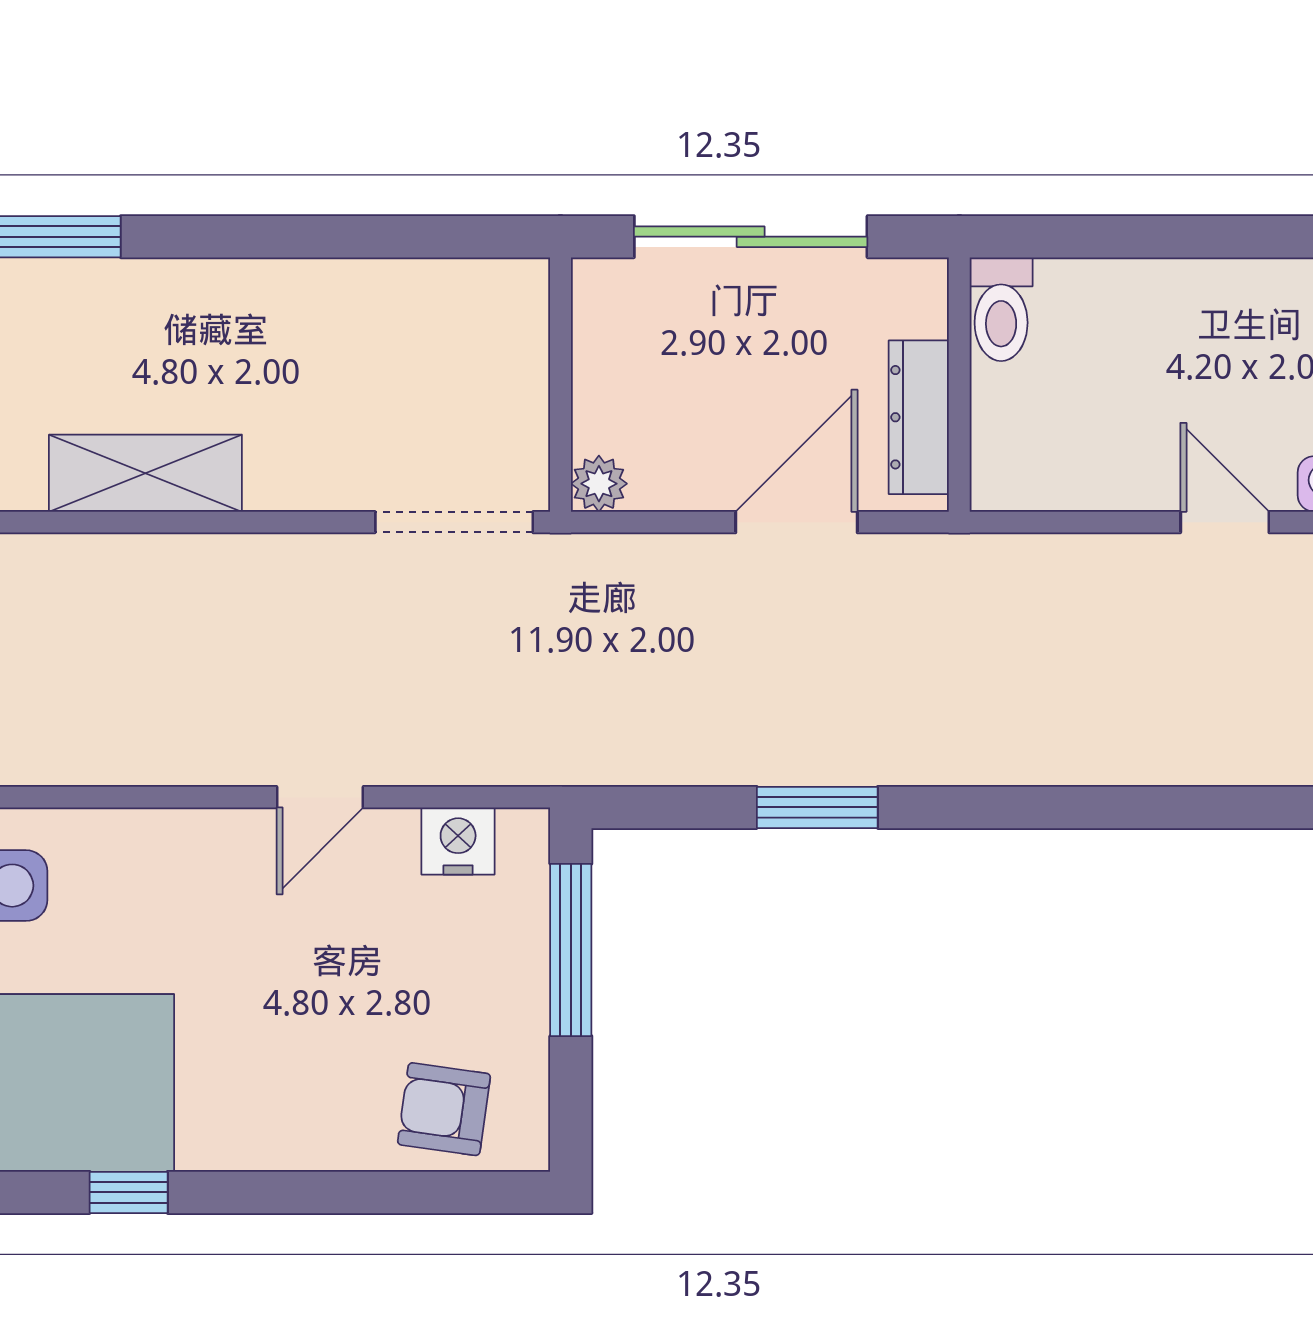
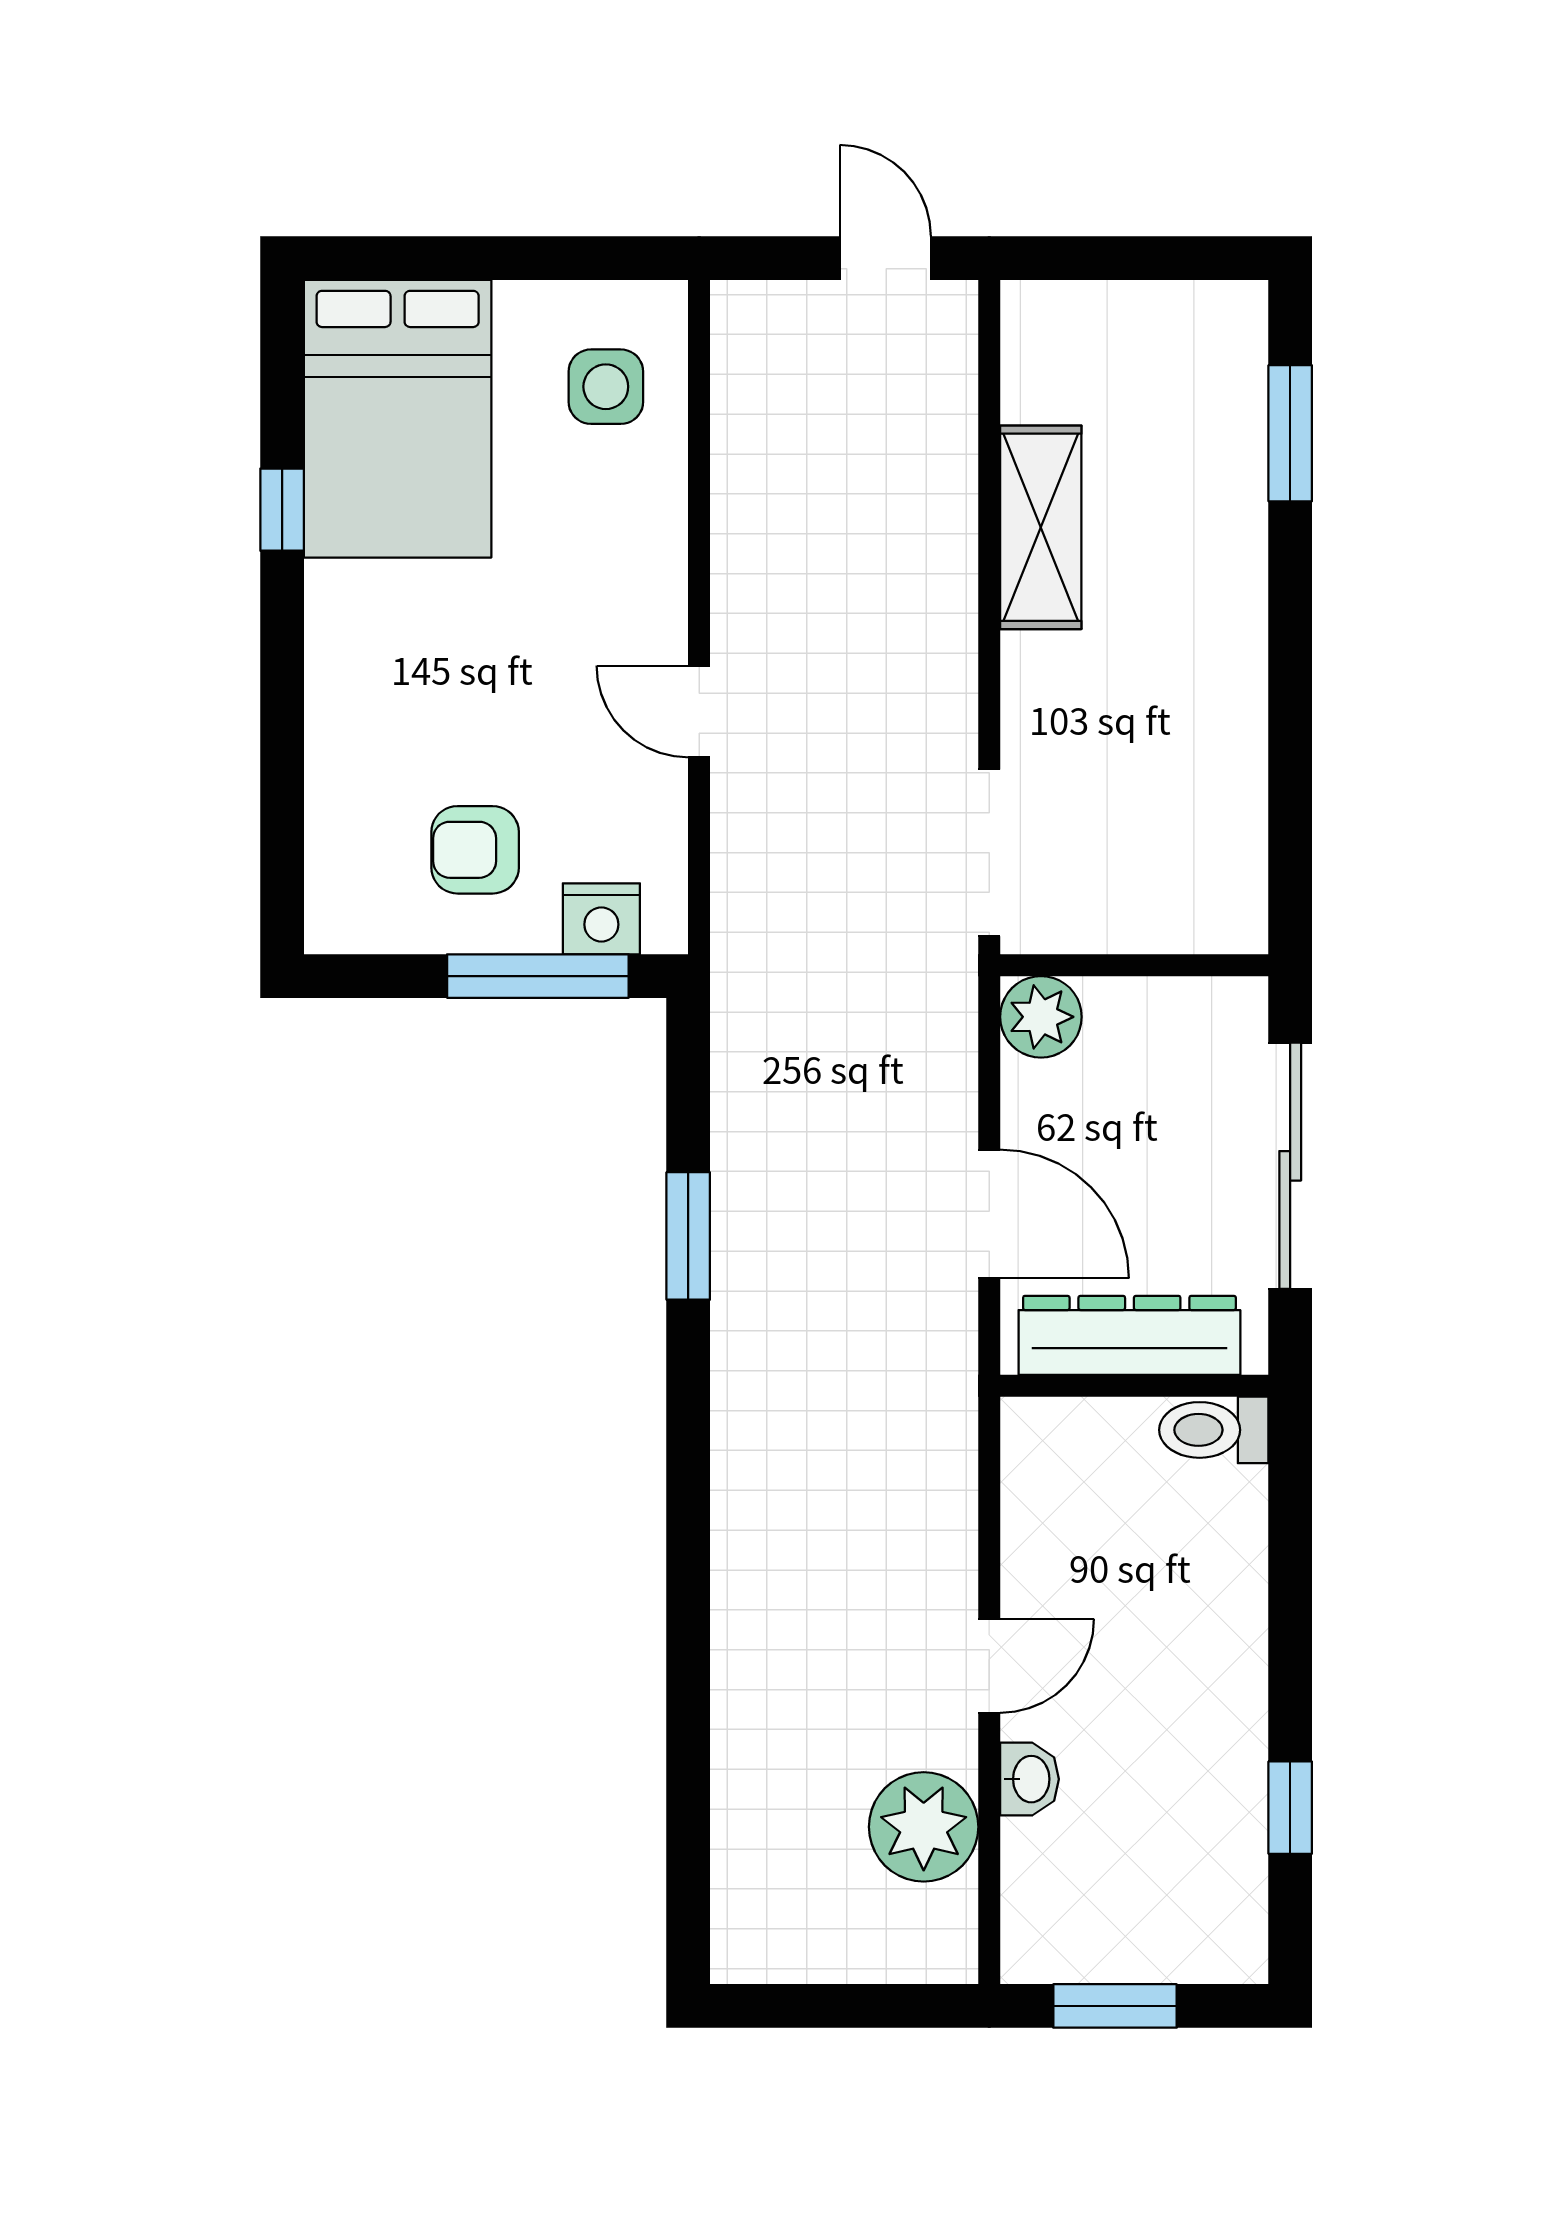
dresser: (919, 417) -> (1129, 1335), width x1.37, depth x1.24
plant: (599, 484) -> (1041, 1017), width x1.38, depth x1.38
nightstand: (458, 841) -> (601, 919), moved, turned 90
armchair: (444, 1109) -> (475, 850), moved, turned -98

